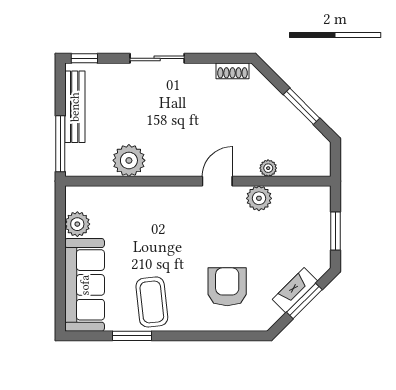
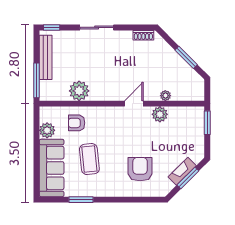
armchair: (125, 212) -> (77, 123), added
window: (336, 231) -> (207, 123), moved
coffee table: (152, 302) -> (89, 159), moved

